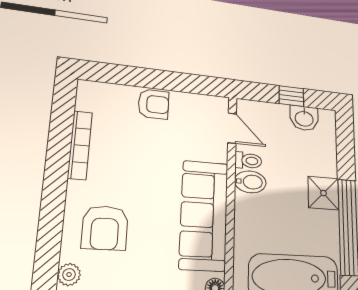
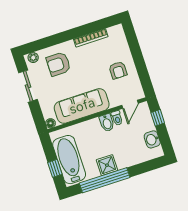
window: (291, 96) -> (158, 118), moved
armchair: (154, 104) -> (118, 70), moved
shower: (323, 193) -> (107, 165), moved

